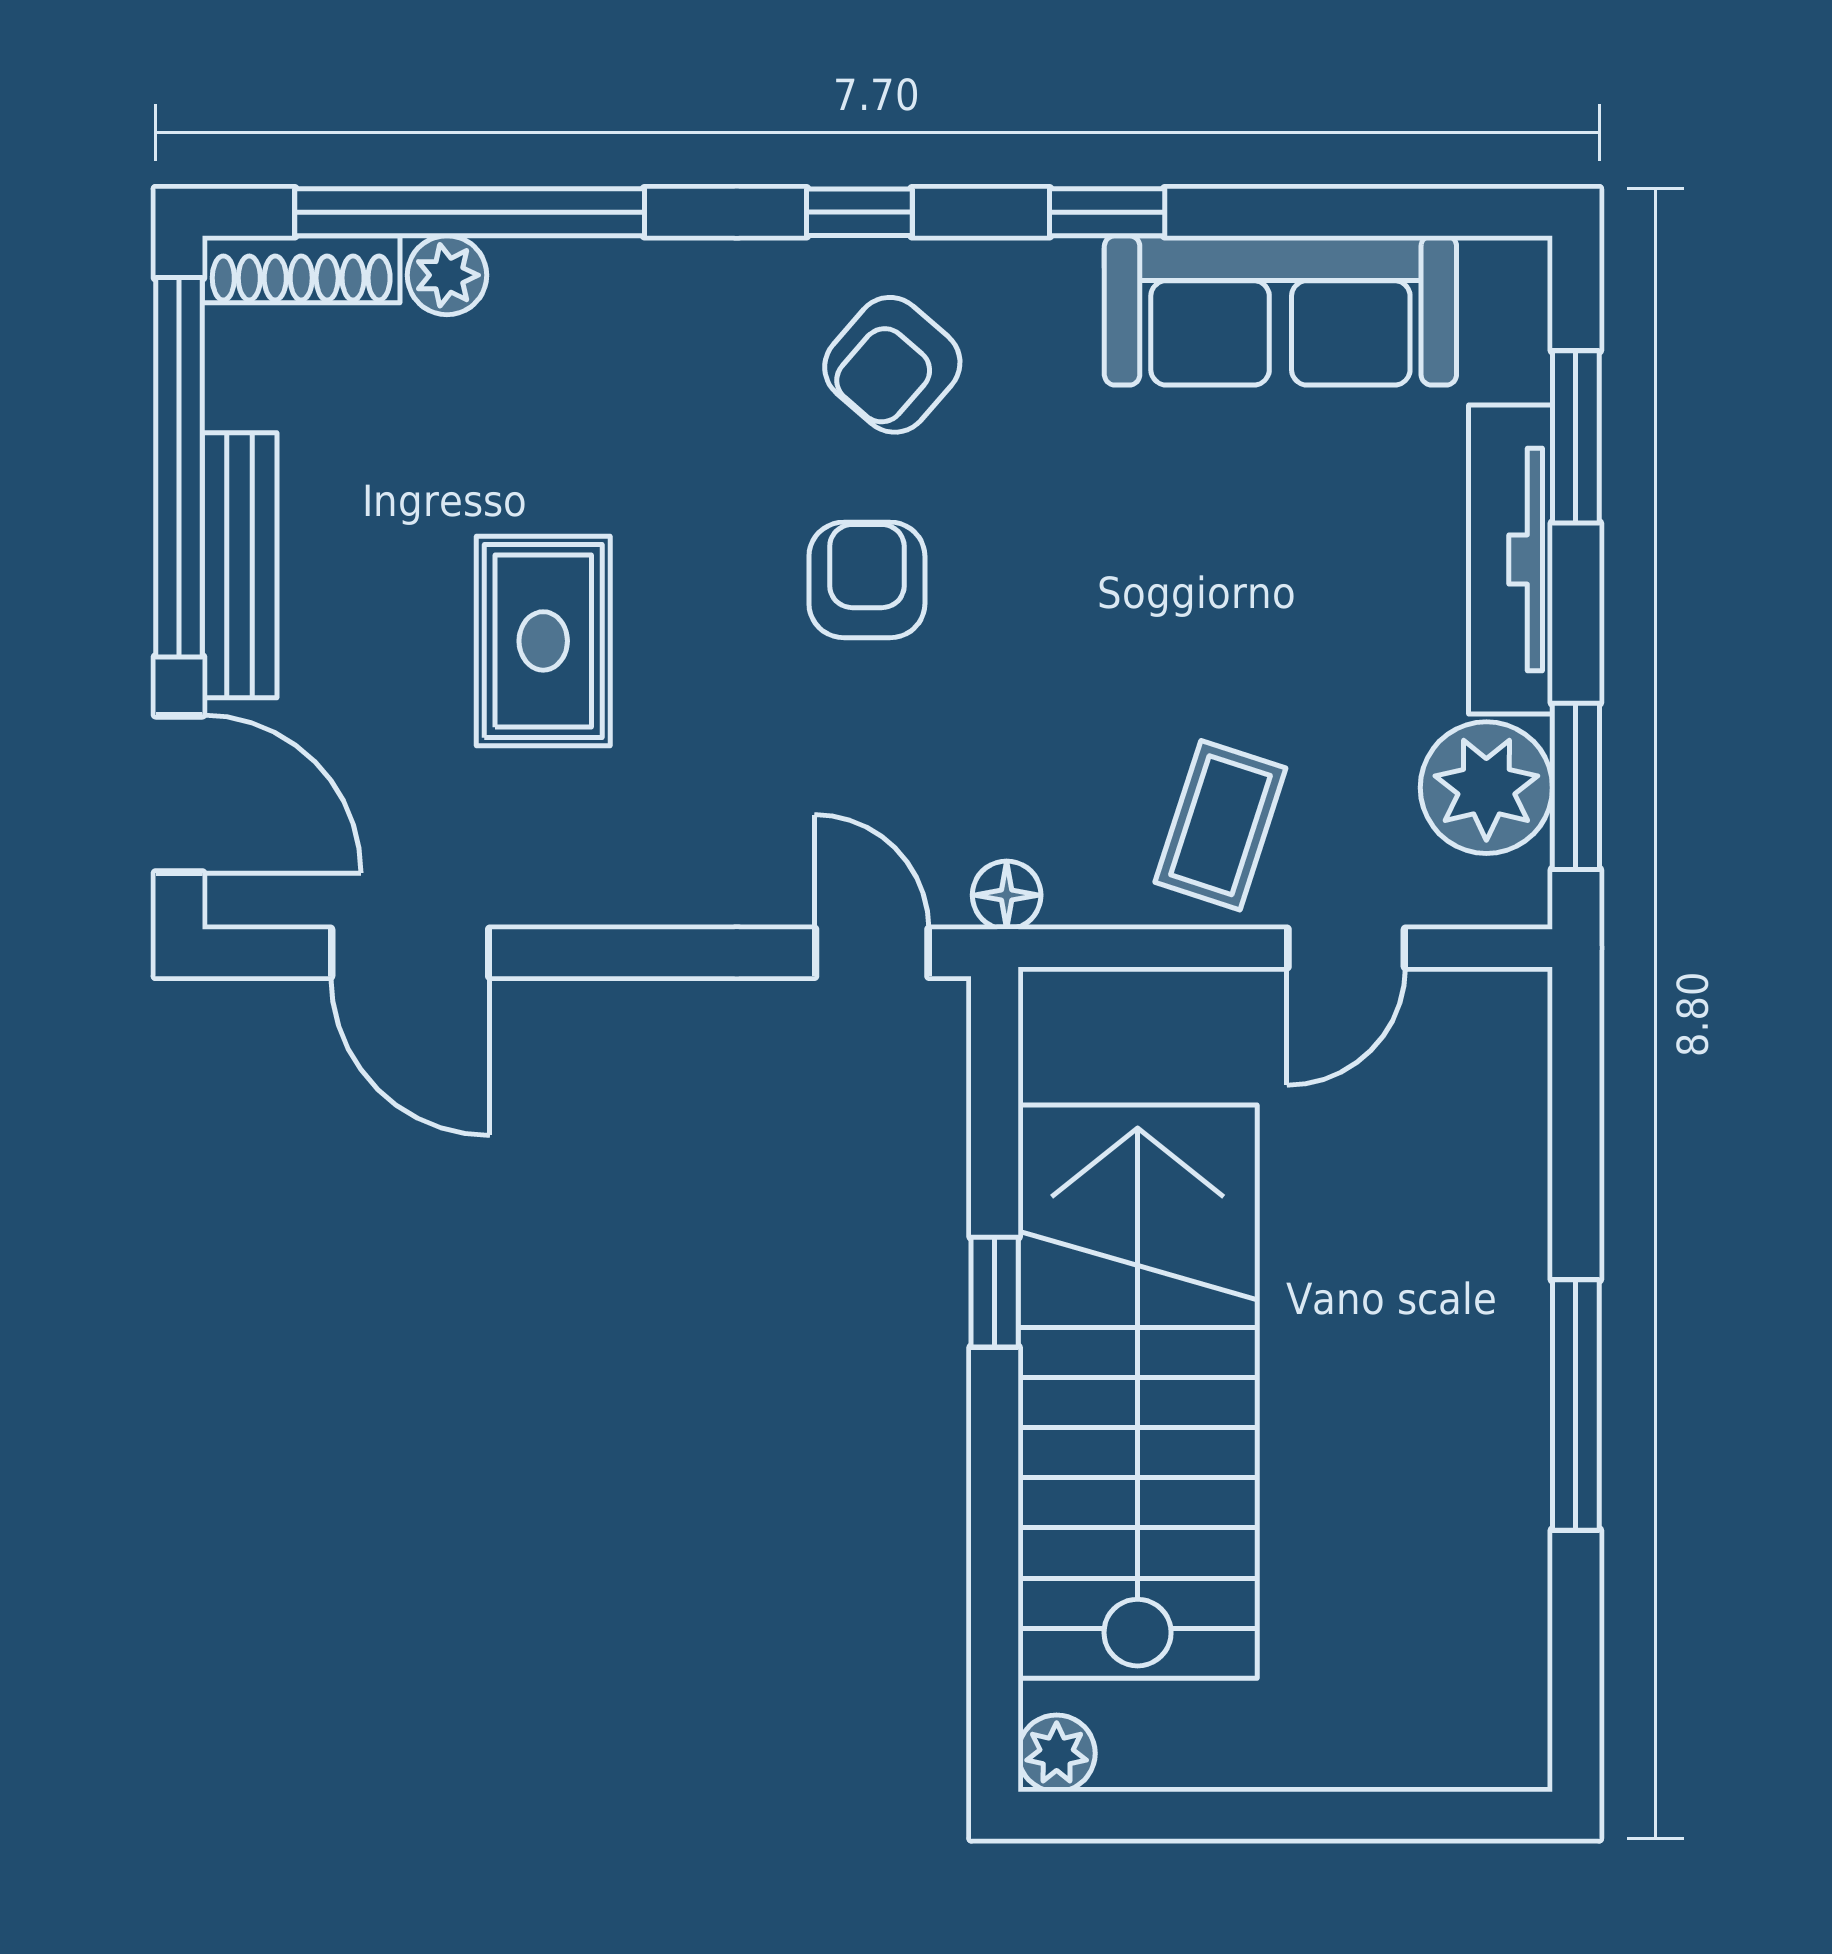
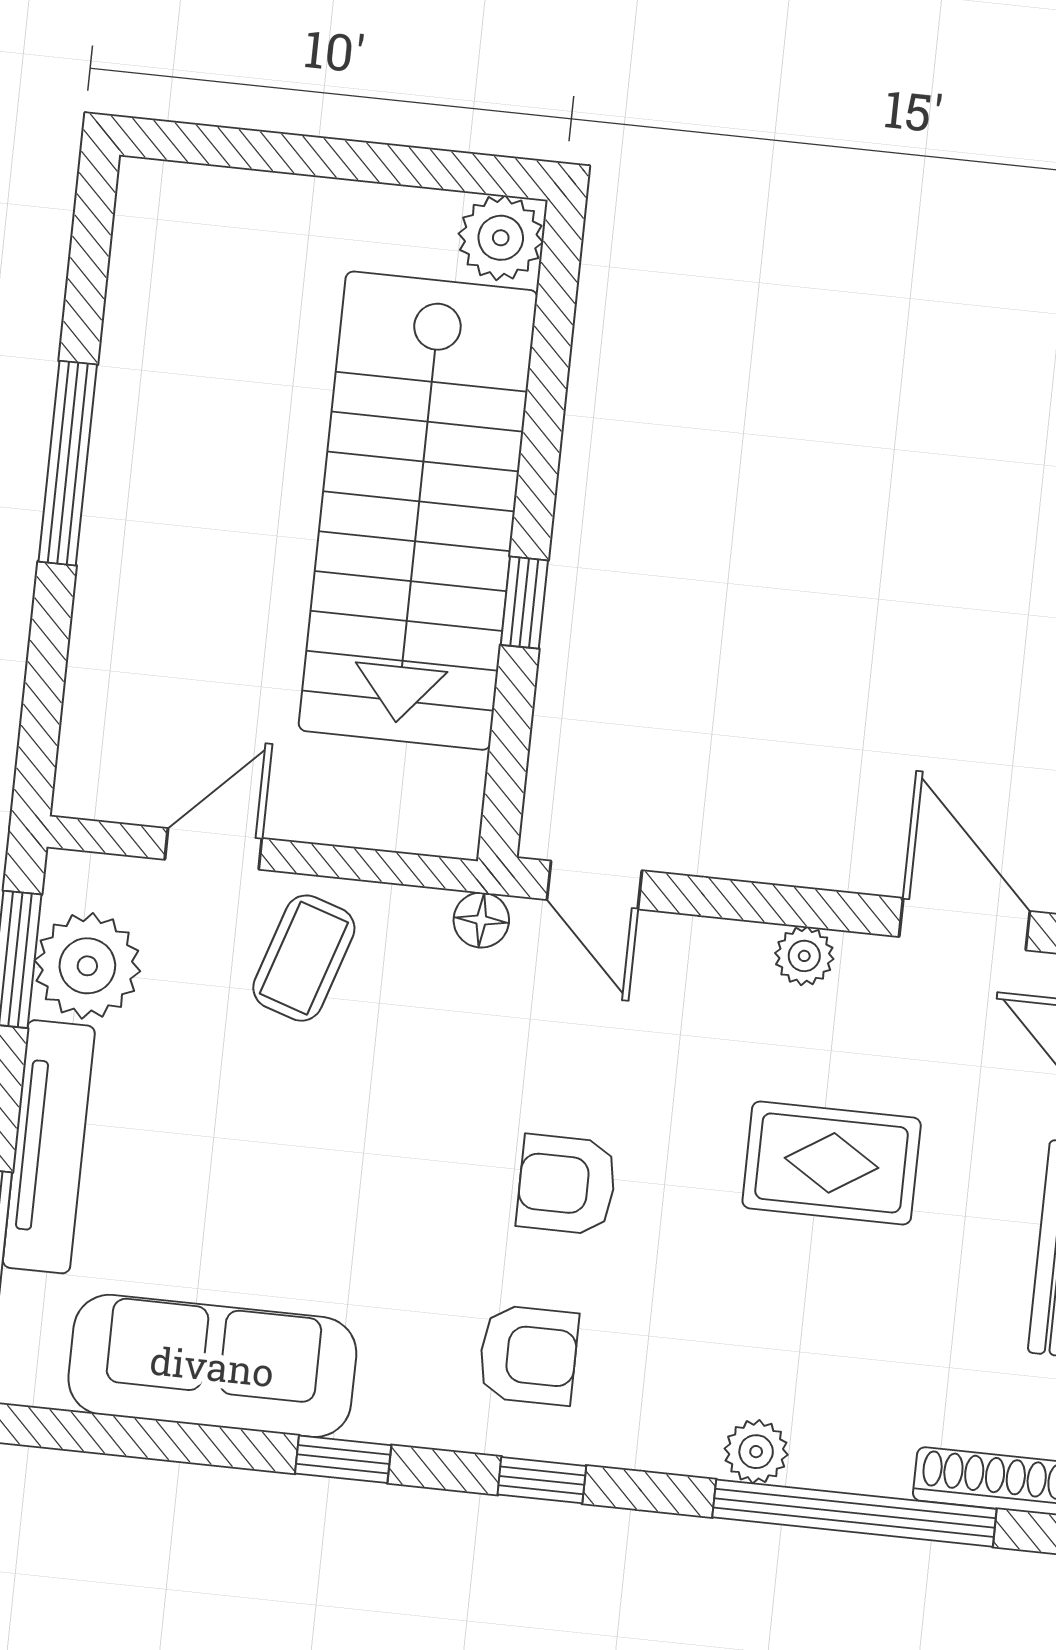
plant: (447, 275) -> (756, 1452), moved
armchair: (892, 365) -> (528, 1355), turned 49
armchair: (867, 580) -> (567, 1185), turned 90
rug: (543, 641) -> (832, 1163), turned 90
plant: (604, 893) -> (804, 956), added
plant: (1057, 1753) -> (501, 238), width x1.38, depth x1.38

